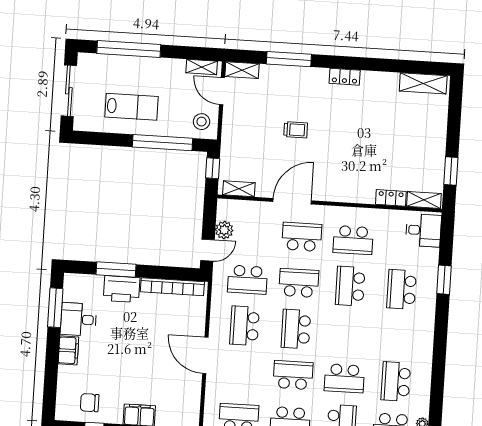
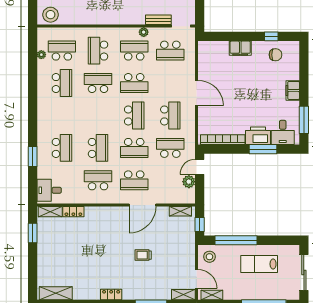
desk: (78, 319) -> (283, 132), moved, turned 90

